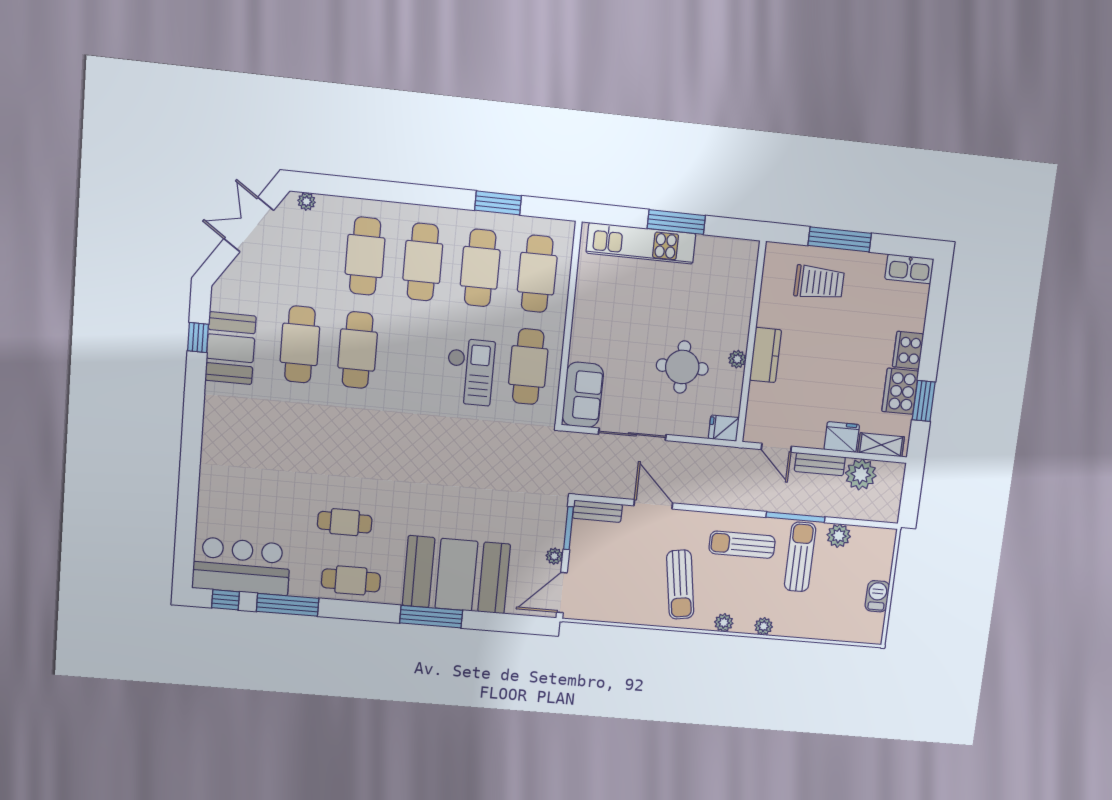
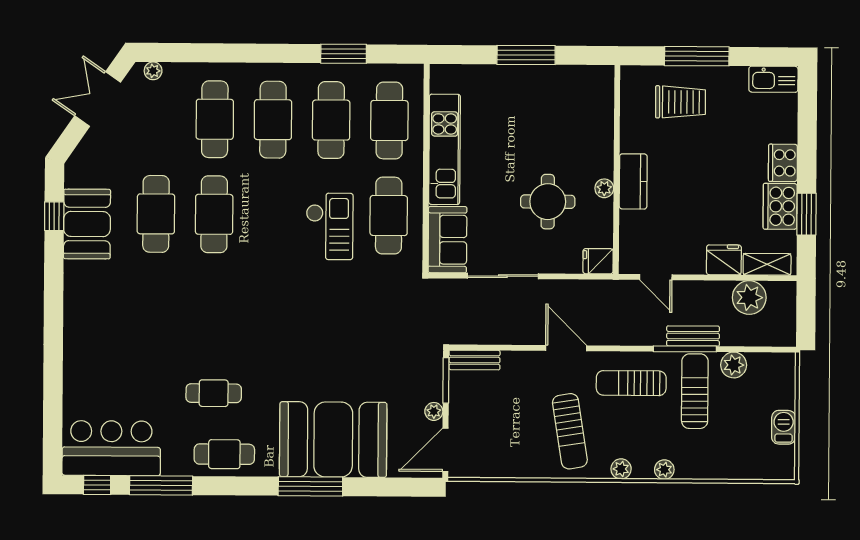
kitchen unit: (641, 243) -> (444, 149), moved, turned -90
bench: (820, 464) -> (693, 336), moved
door: (653, 504) -> (566, 348), moved

